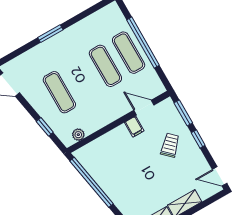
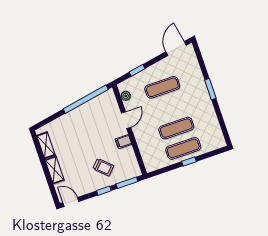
window: (143, 43) -> (189, 161), width x0.32
door: (144, 108) -> (126, 120), moved
door: (220, 176) -> (71, 202), hinge flipped

